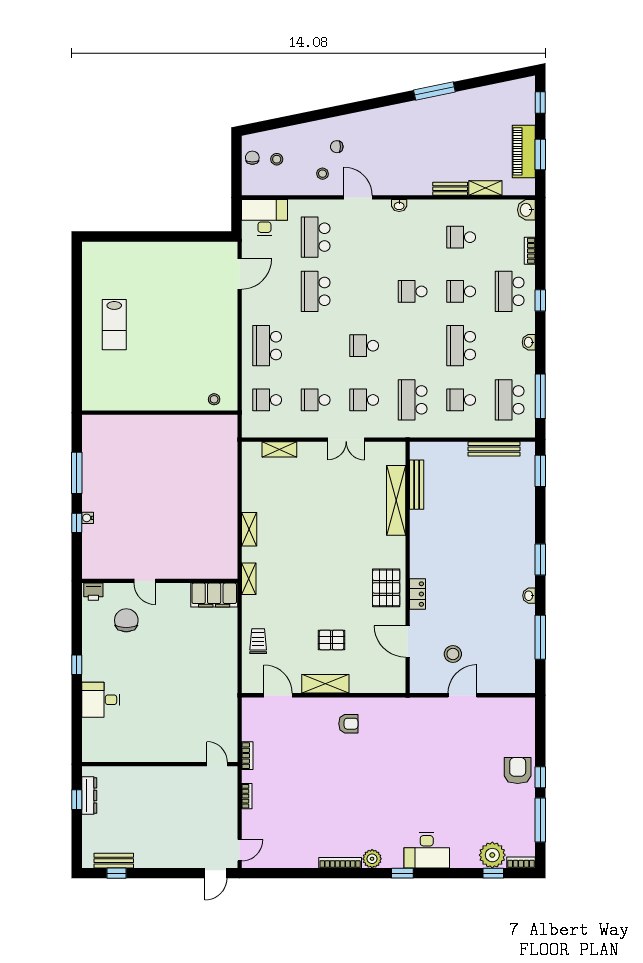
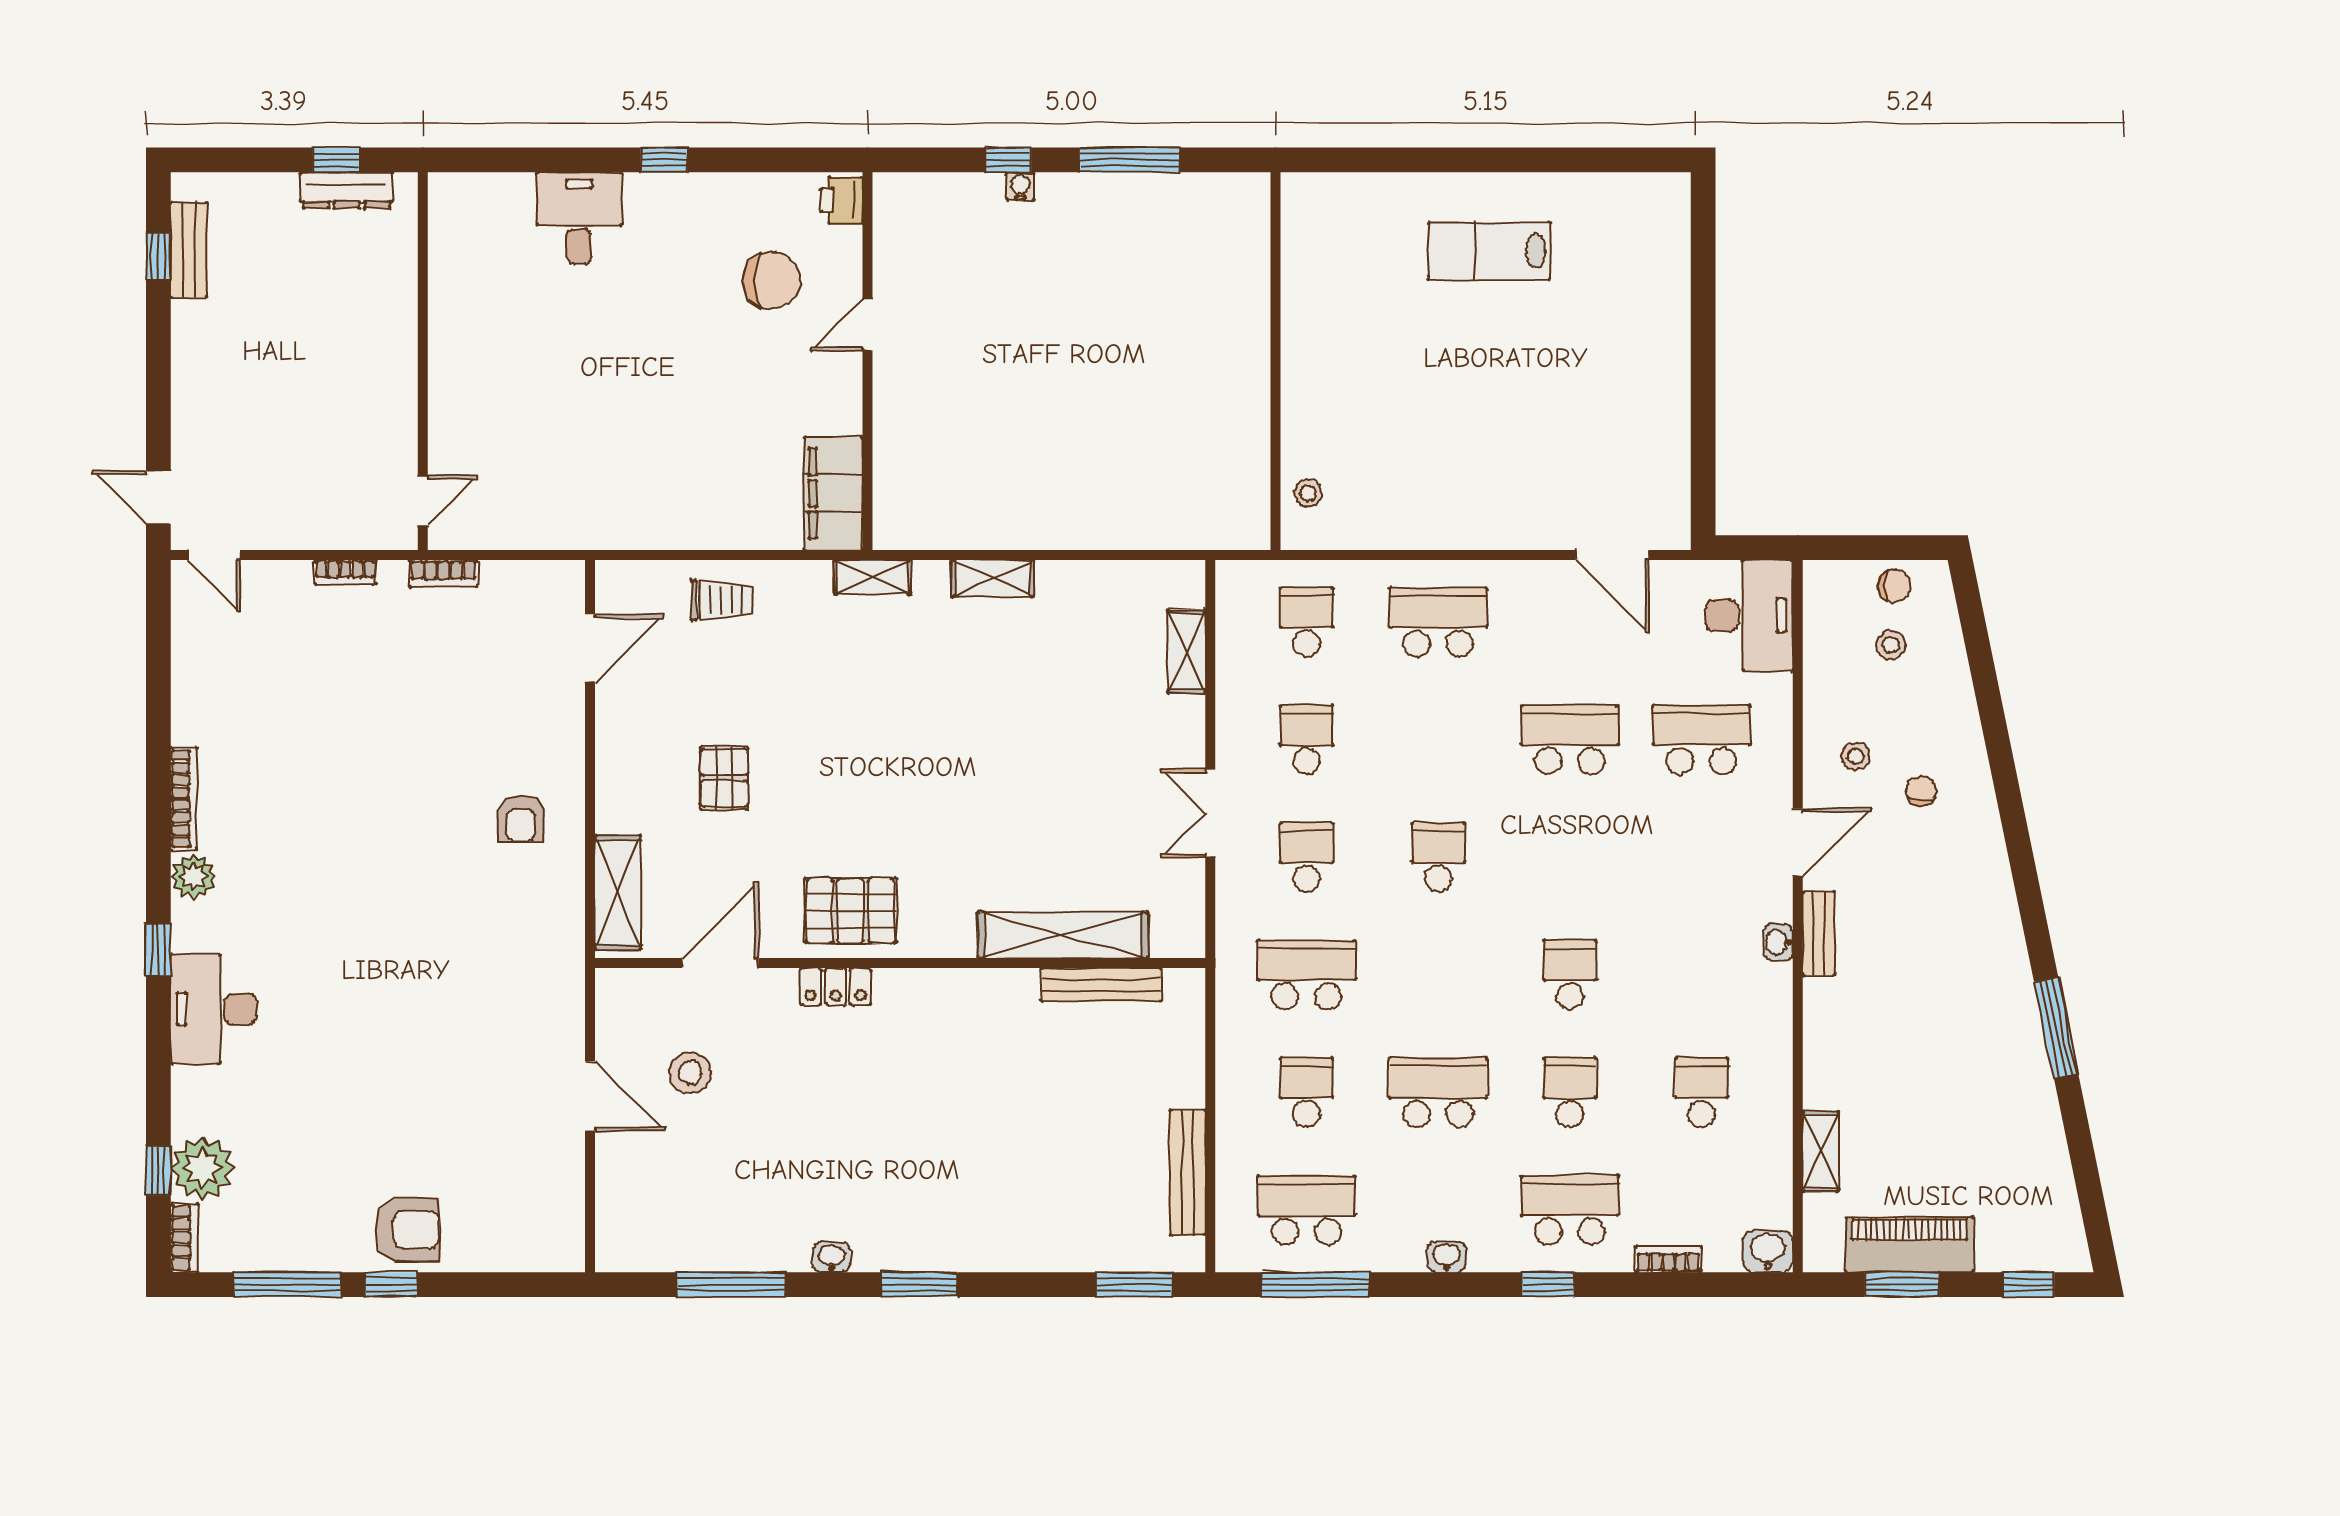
bench: (450, 189) -> (1819, 934), moved
shelving: (325, 684) -> (618, 892), moved

